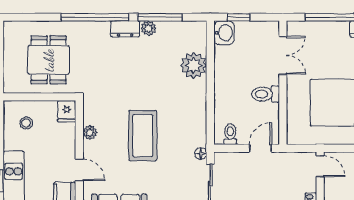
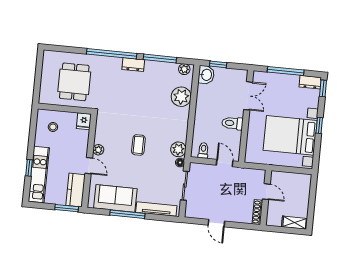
plant: (148, 28) -> (184, 69), moved
plant: (90, 133) -> (98, 150), moved
coffee table: (143, 136) -> (138, 145), width x0.54, depth x0.58
plant: (197, 136) -> (178, 149), added
door: (260, 148) -> (225, 163), hinge flipped
door: (320, 166) -> (266, 192), moved

